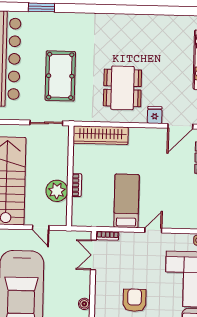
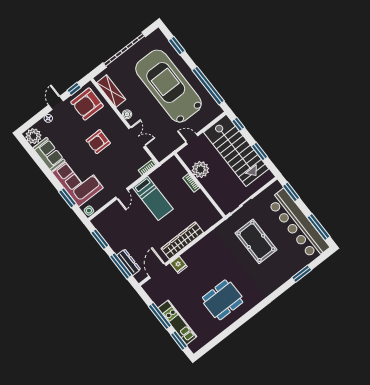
dining table: (122, 88) -> (223, 300), moved, turned 90
wardrobe: (101, 135) -> (182, 240), moved
double door: (93, 255) -> (137, 137), moved
armchair: (135, 300) -> (98, 142), turned 90

